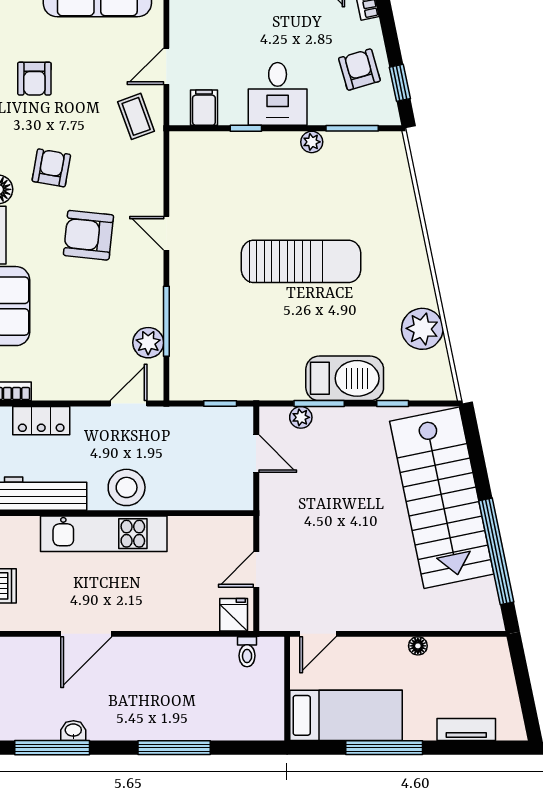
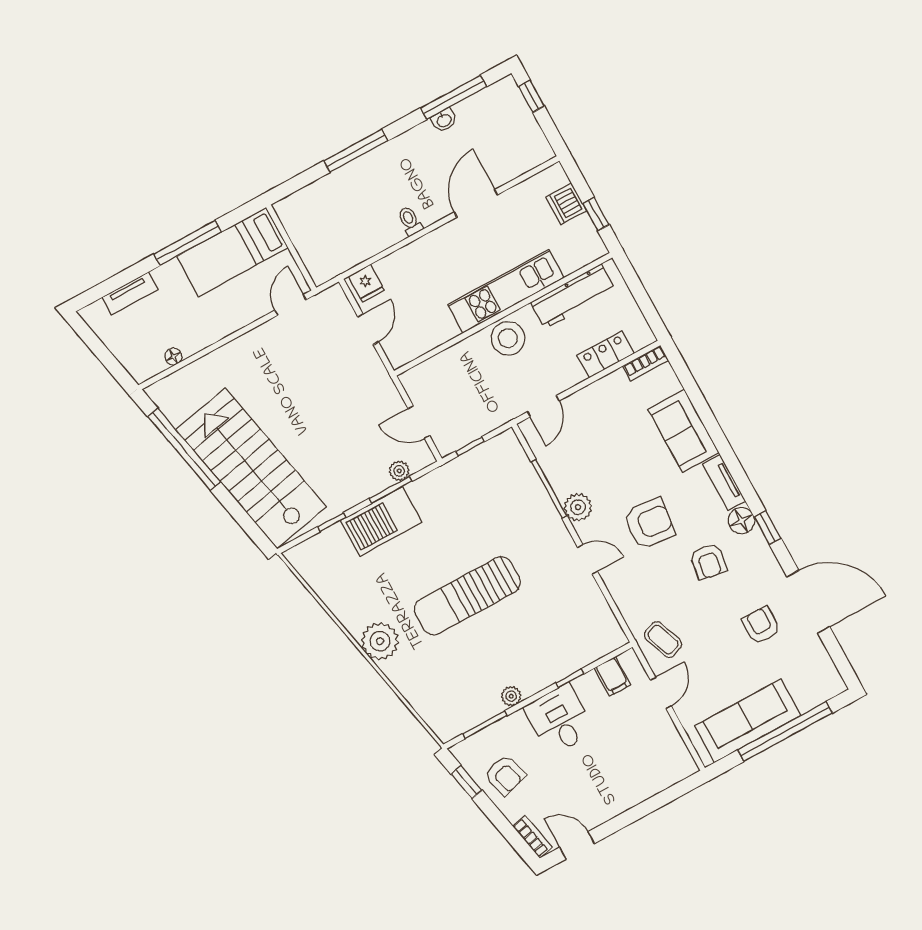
plant: (422, 329) -> (380, 641), moved
plant: (148, 343) -> (578, 507), moved
floor lamp: (418, 646) -> (173, 357), moved
toilet: (247, 652) -> (410, 221), moved

